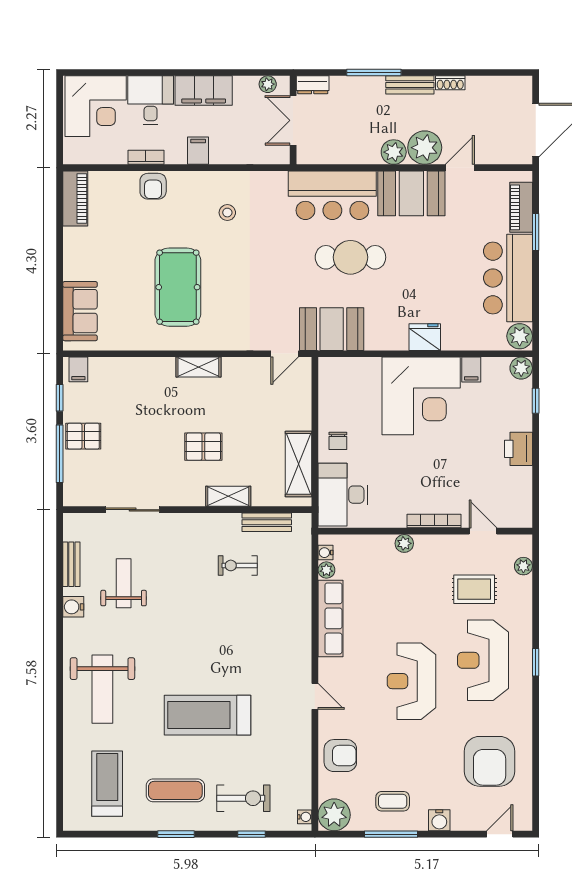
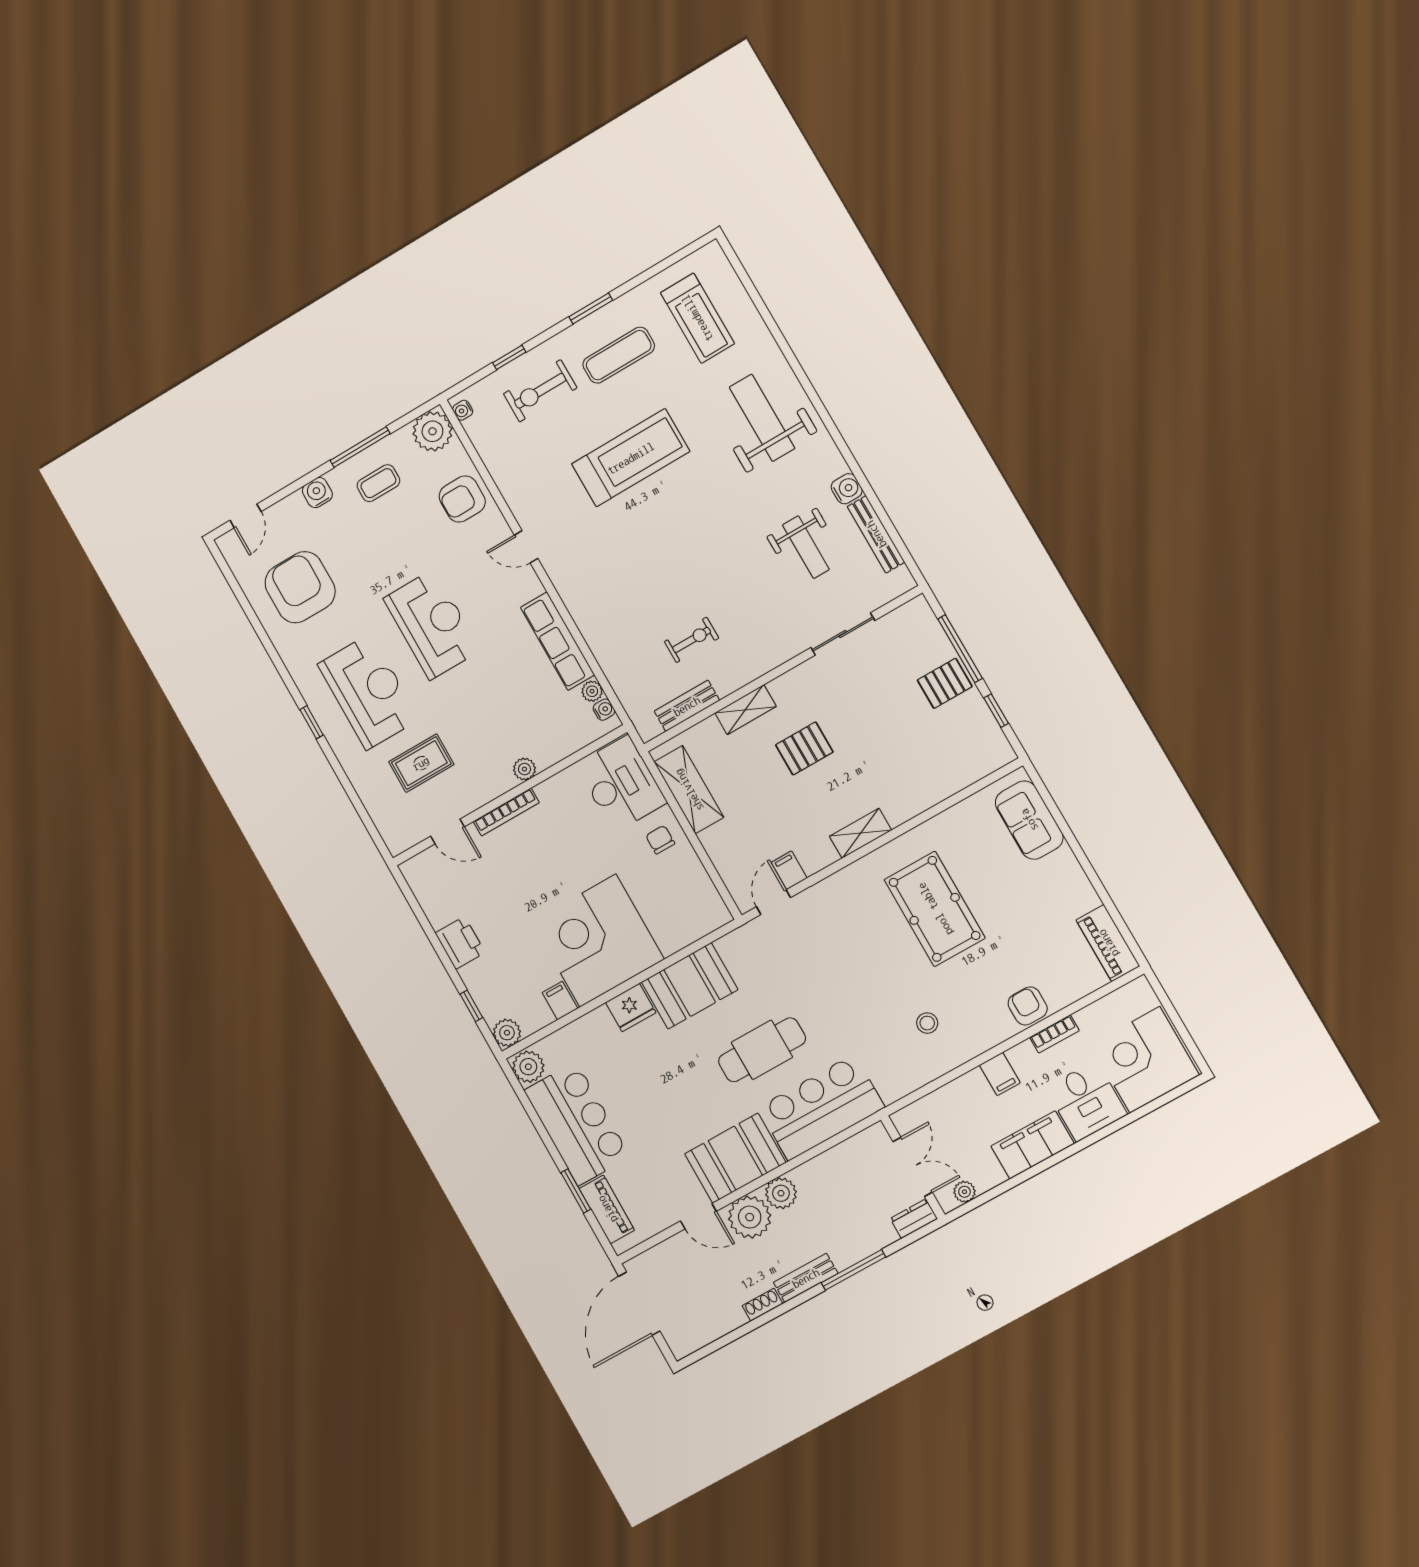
door: (460, 168) -> (698, 1216), hinge flipped
booth: (332, 329) -> (690, 986), moved
filing cabinet: (78, 369) -> (789, 870), moved
bench: (71, 564) -> (876, 534), width x1.36
plant: (523, 566) -> (383, 819), removed

